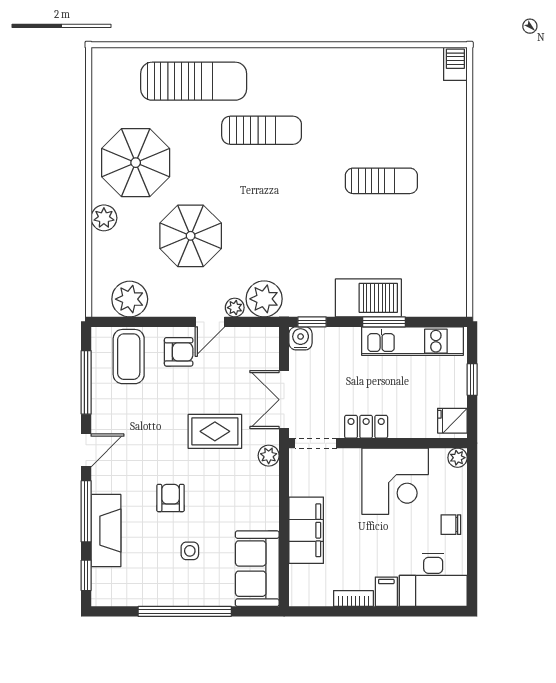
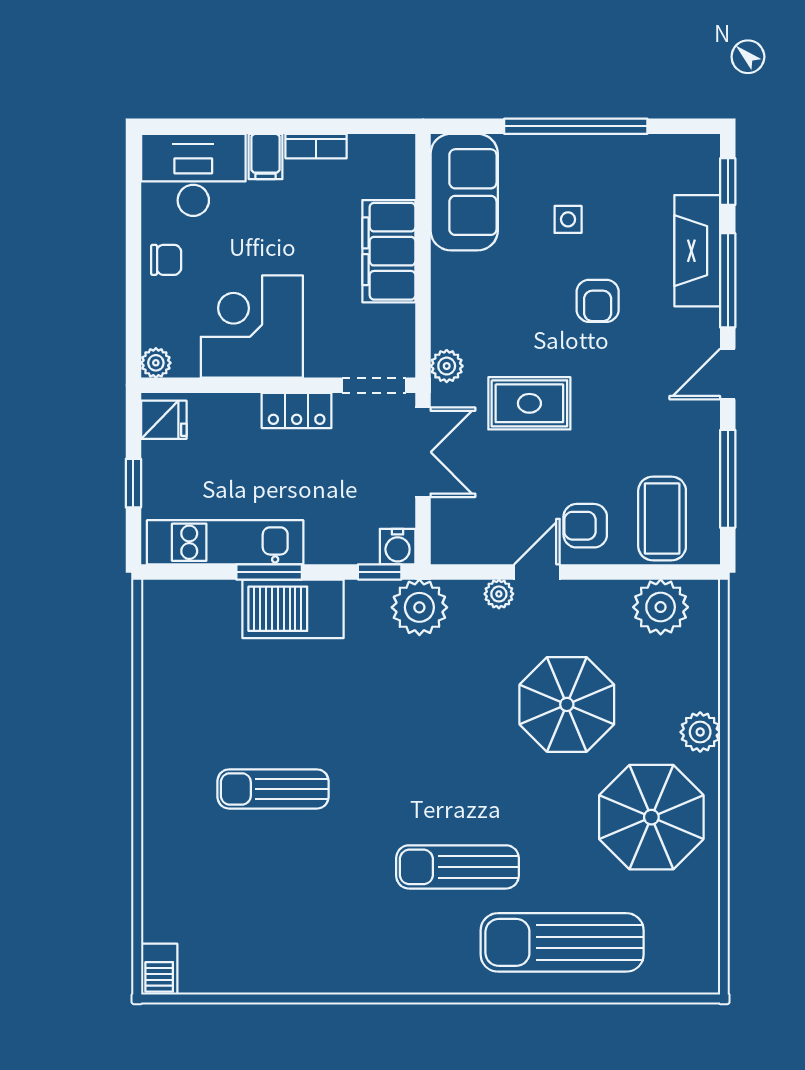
plant: (264, 299) -> (419, 607), moved

